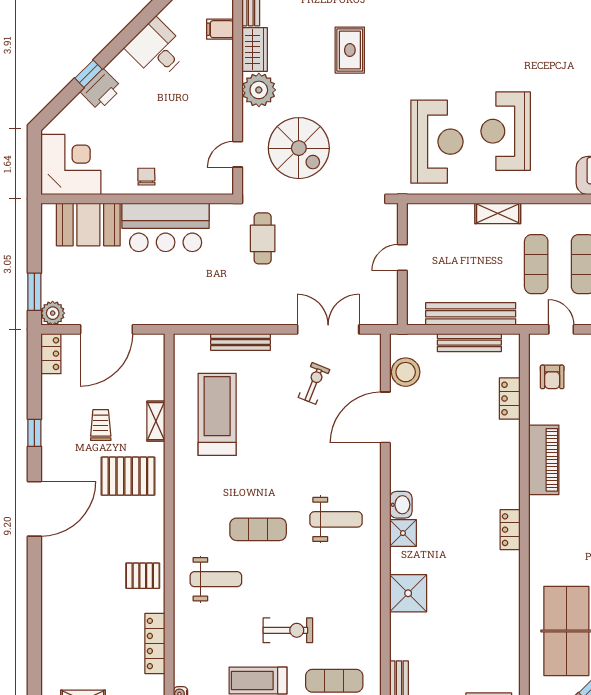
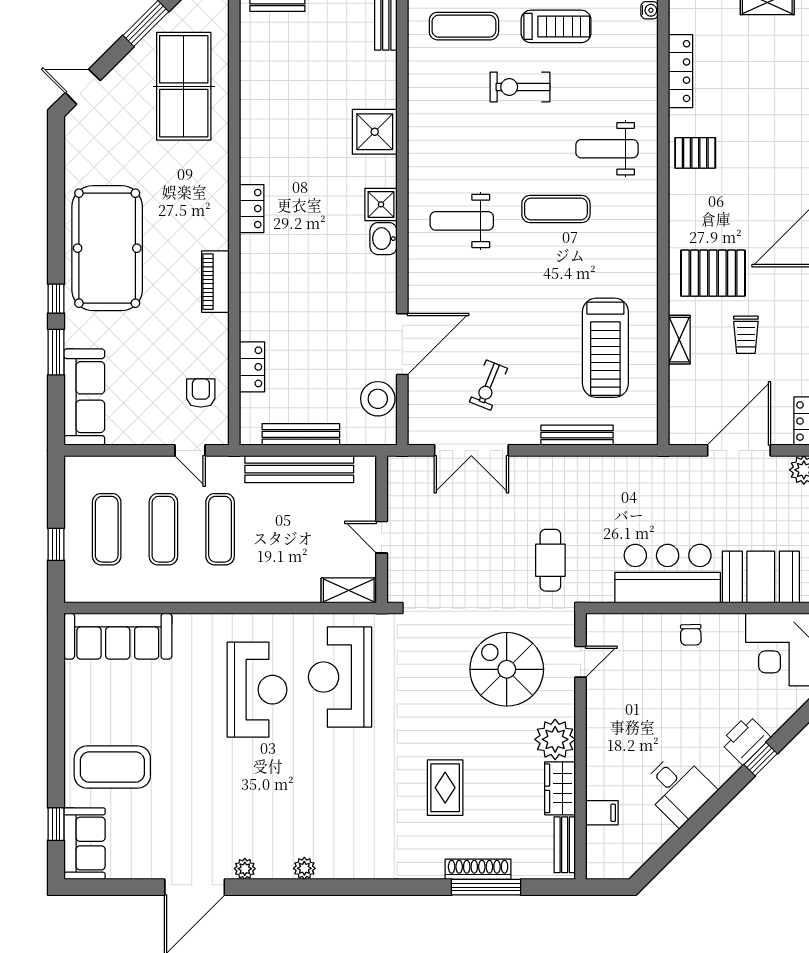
shelving: (498, 213) -> (349, 590), moved
door: (402, 257) -> (382, 537), swing flipped
piano: (544, 460) -> (215, 282), width x0.73, depth x0.75

